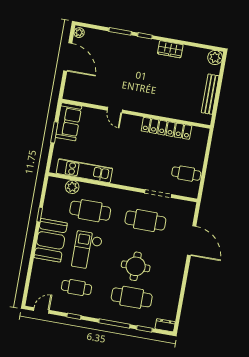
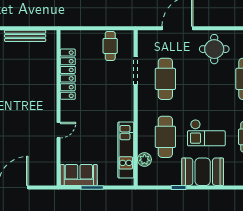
round table: (136, 266) -> (214, 49), moved

